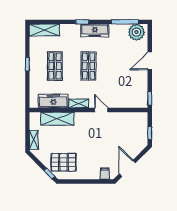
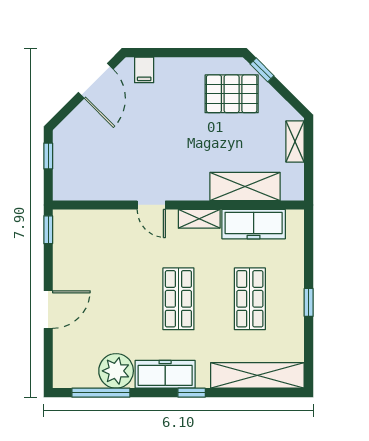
shelving: (44, 30) -> (257, 375), width x1.47
plant: (136, 32) -> (116, 371), moved

